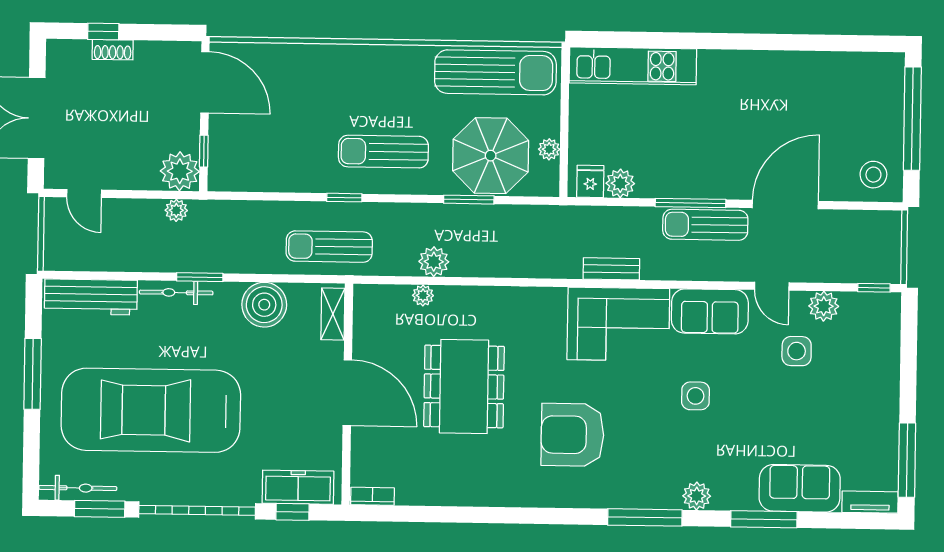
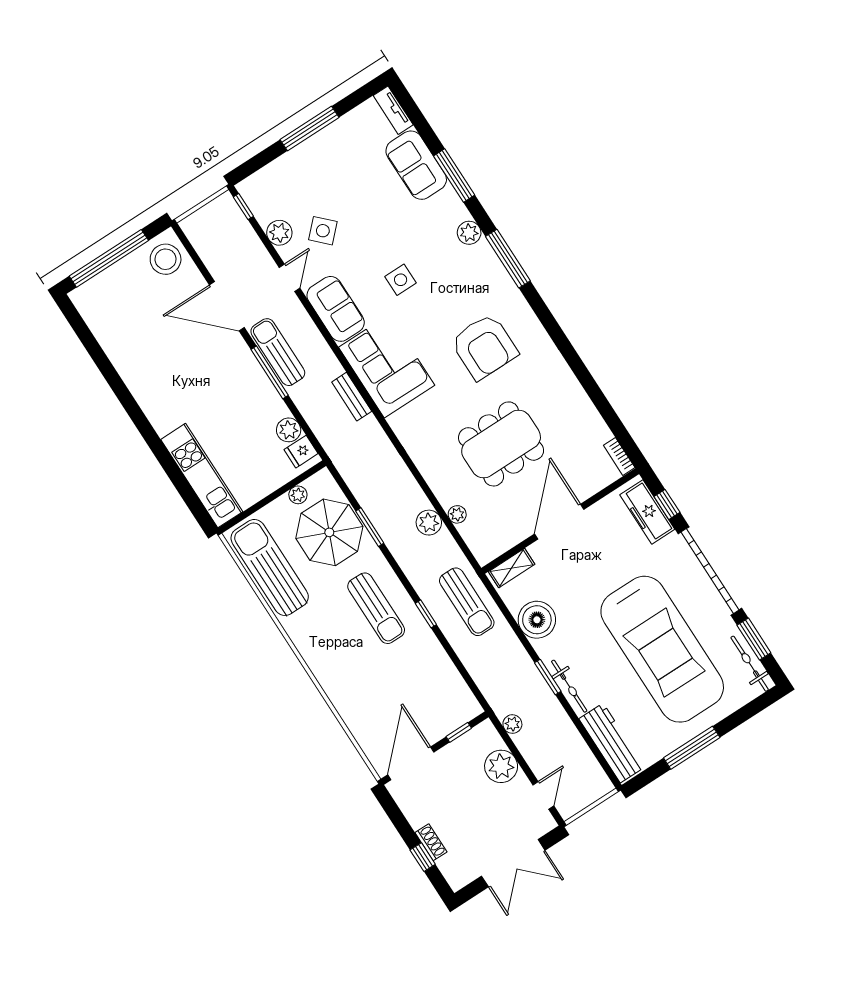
plant: (180, 171) -> (501, 766), moved
stool: (873, 175) -> (166, 259), width x1.38, depth x1.38
sun lounger: (705, 225) -> (278, 352), turned 180
side table: (797, 351) -> (323, 231), turned 45
window: (907, 460) -> (310, 128), moved

